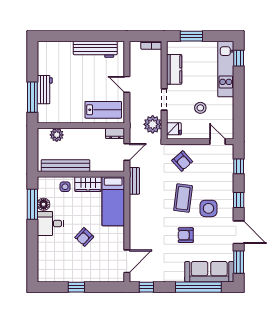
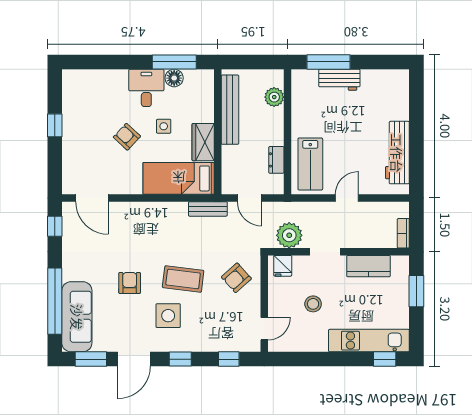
dresser: (115, 133) -> (276, 160), moved
side table: (65, 187) -> (164, 126), moved

